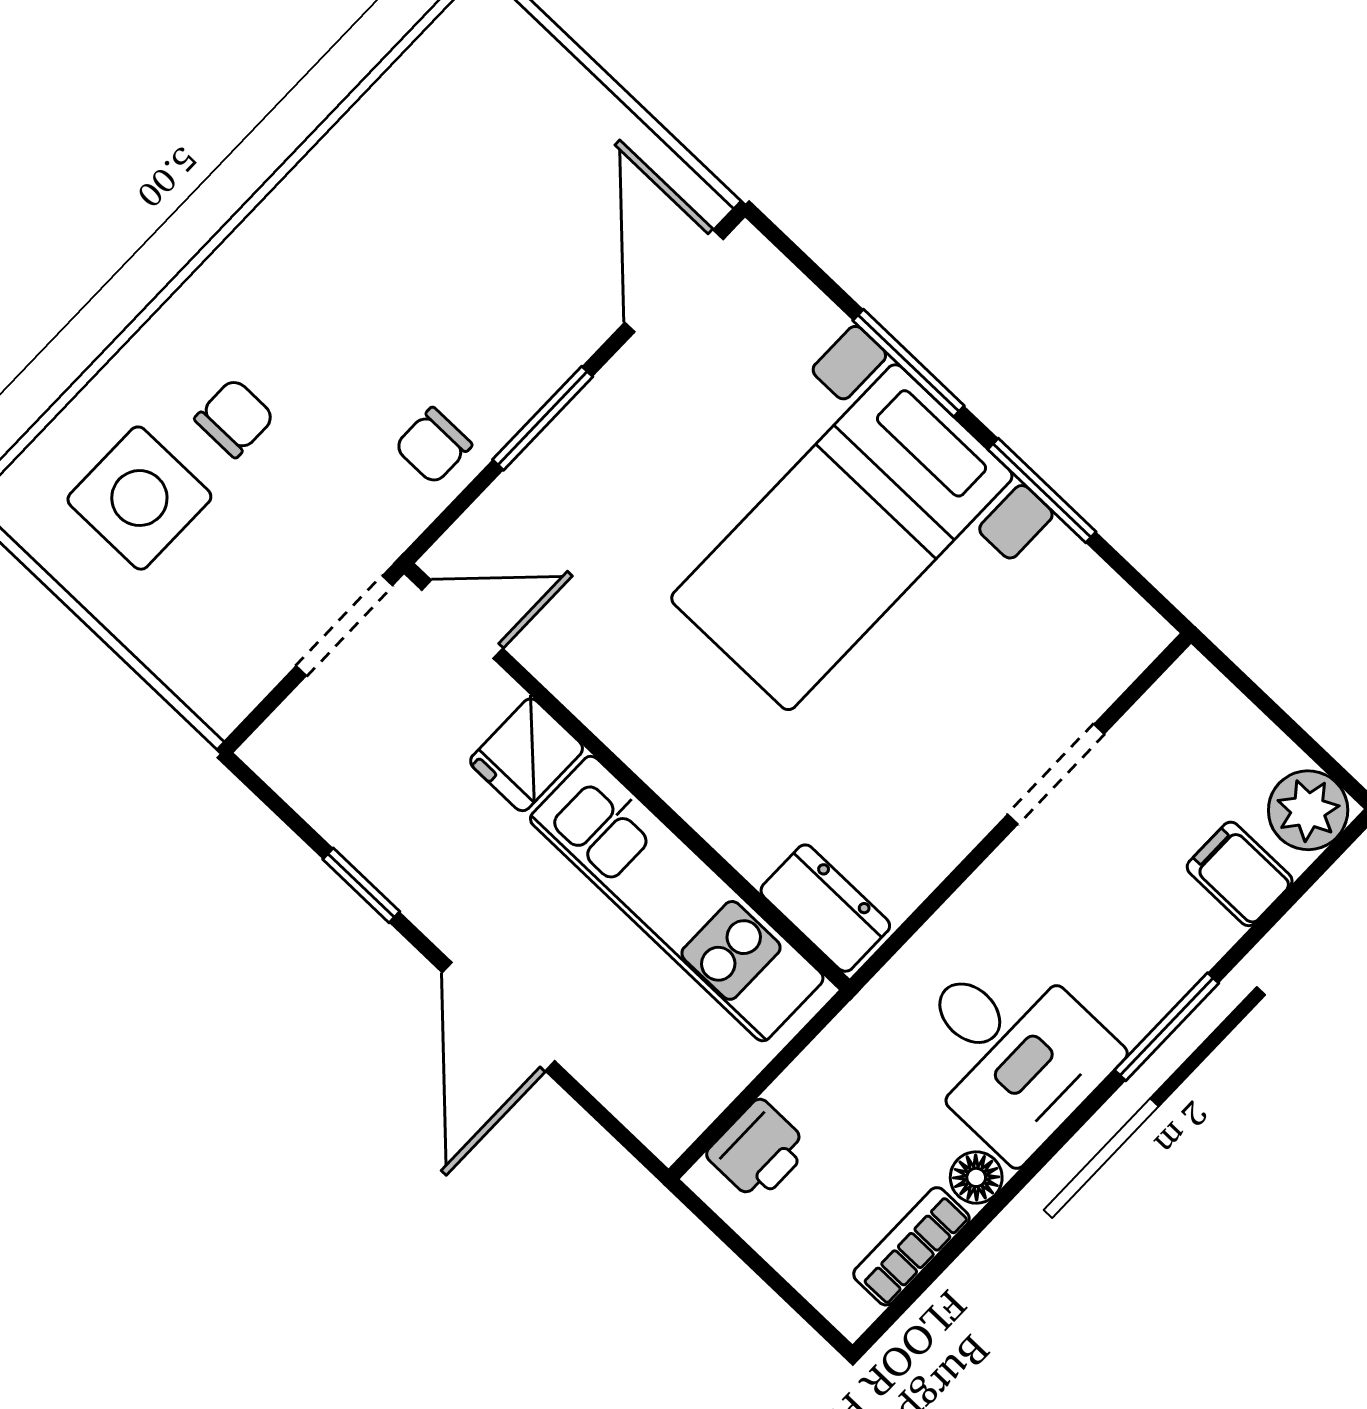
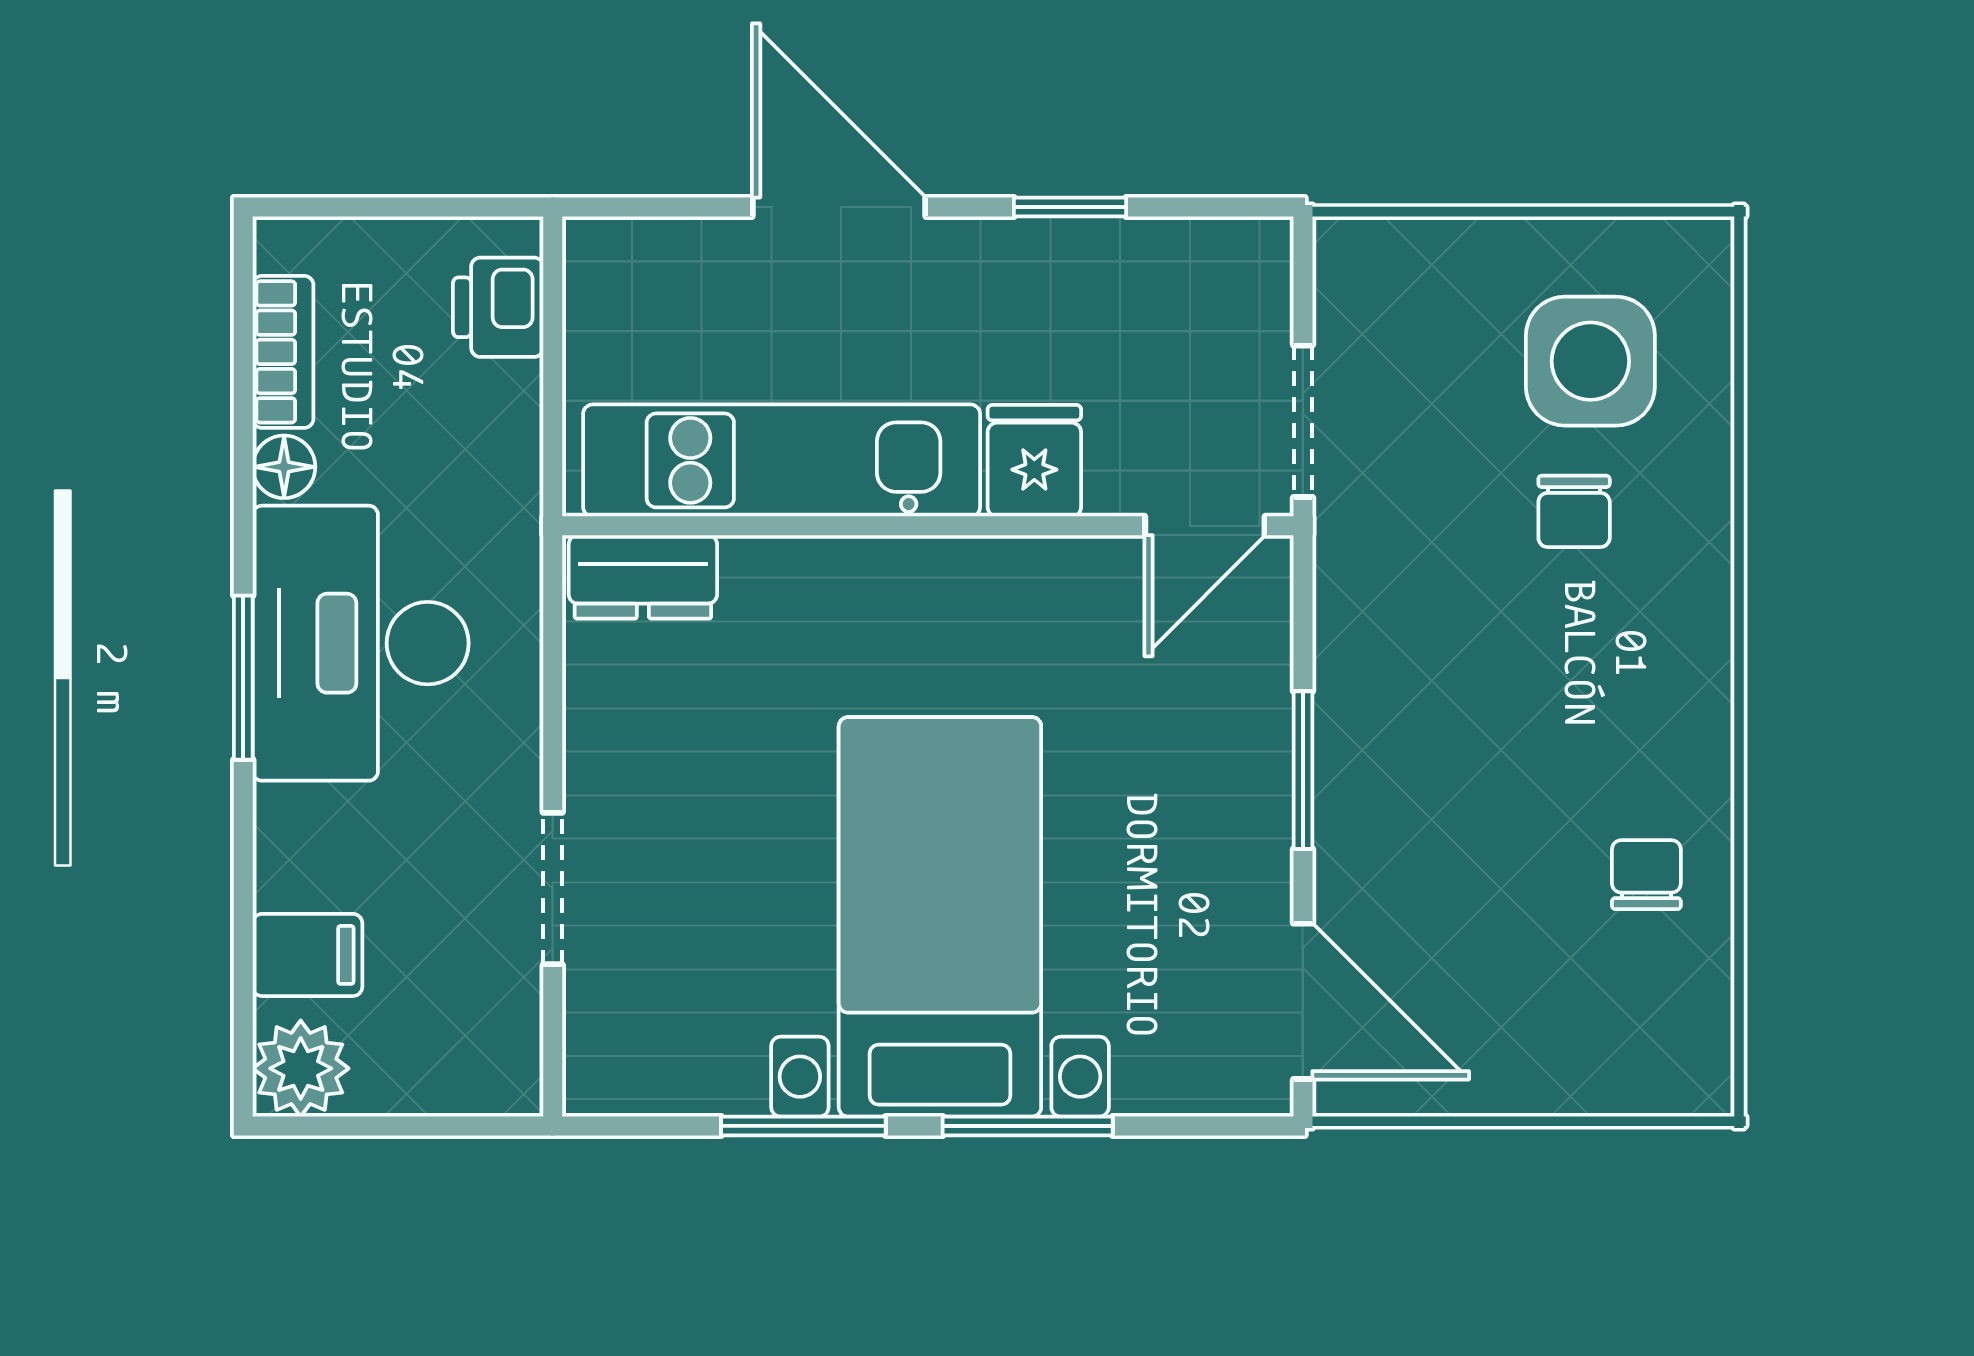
chair: (433, 446) -> (1646, 875), moved
window: (1167, 1027) -> (243, 678), moved
desk: (1010, 1051) -> (361, 643), width x1.37

